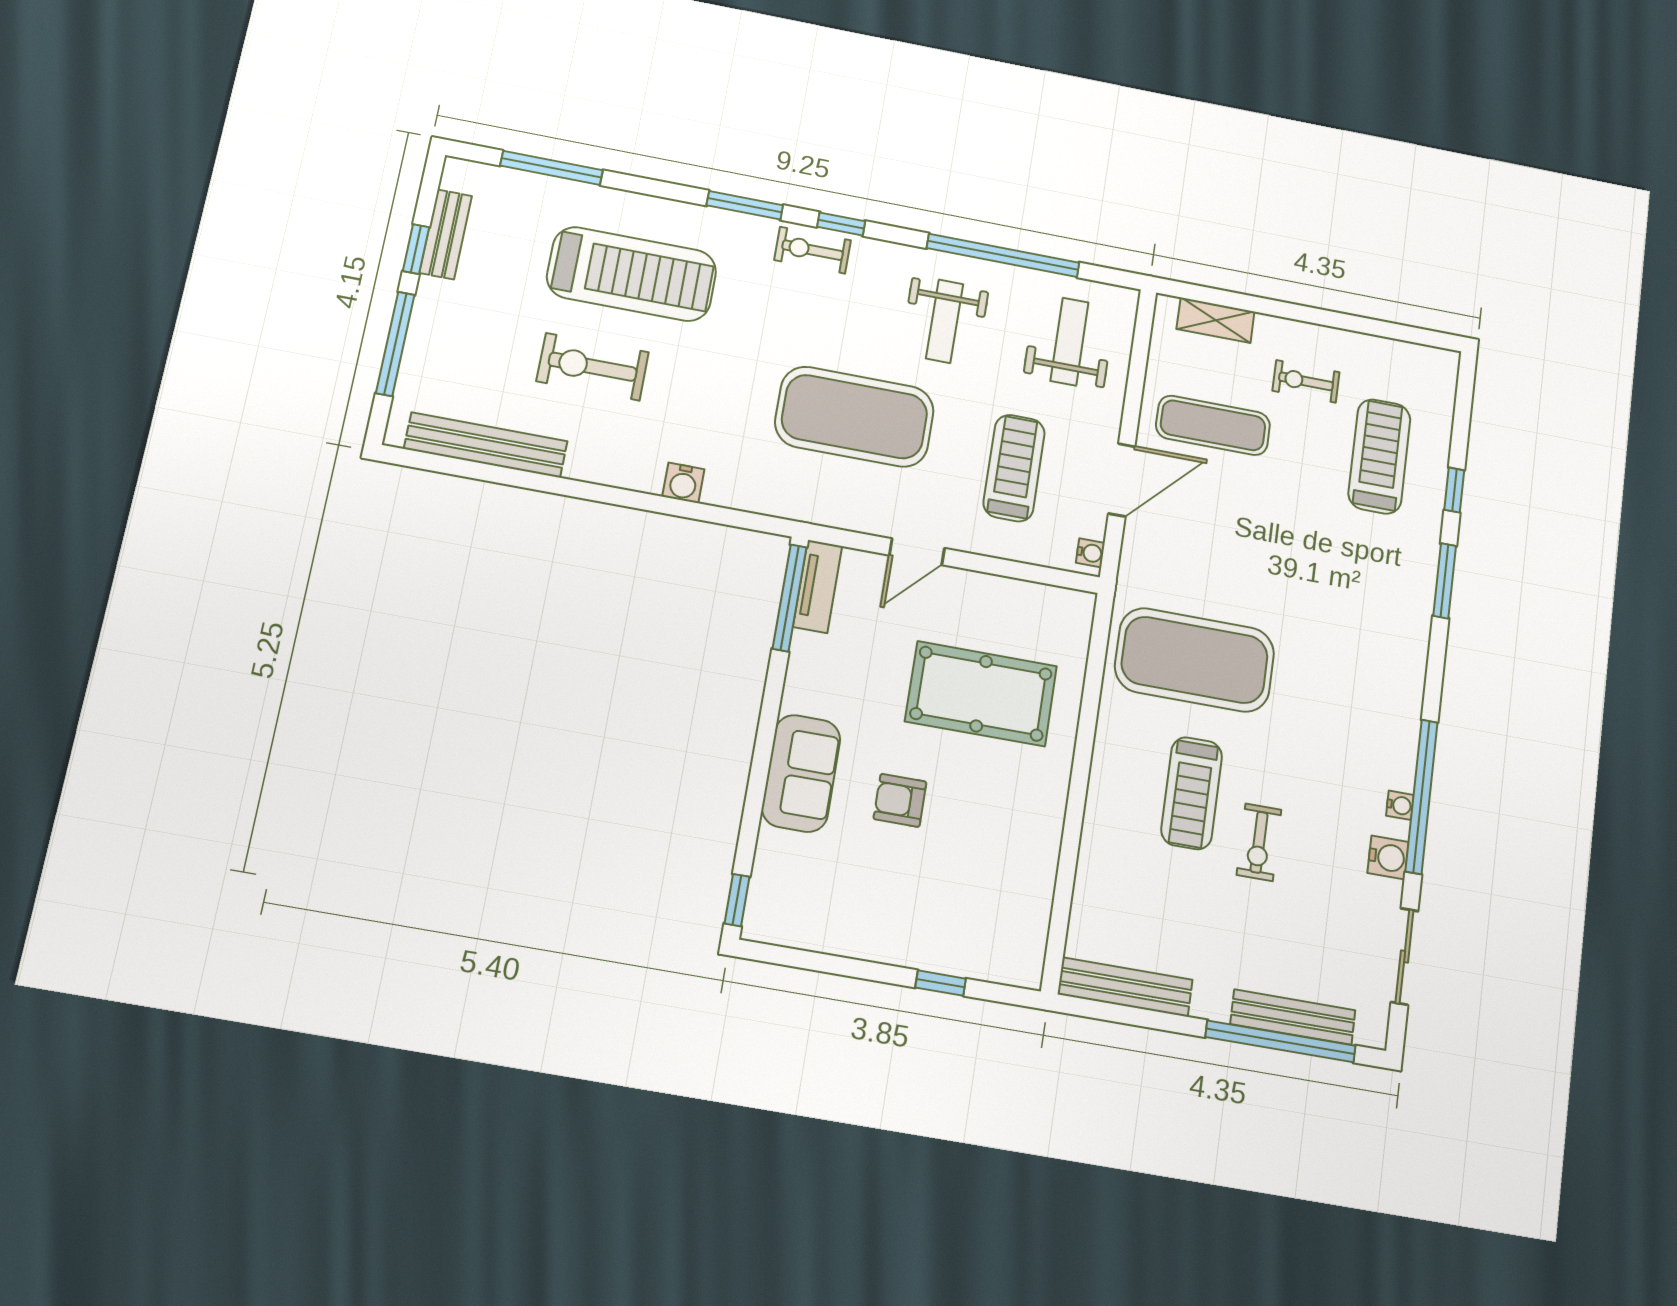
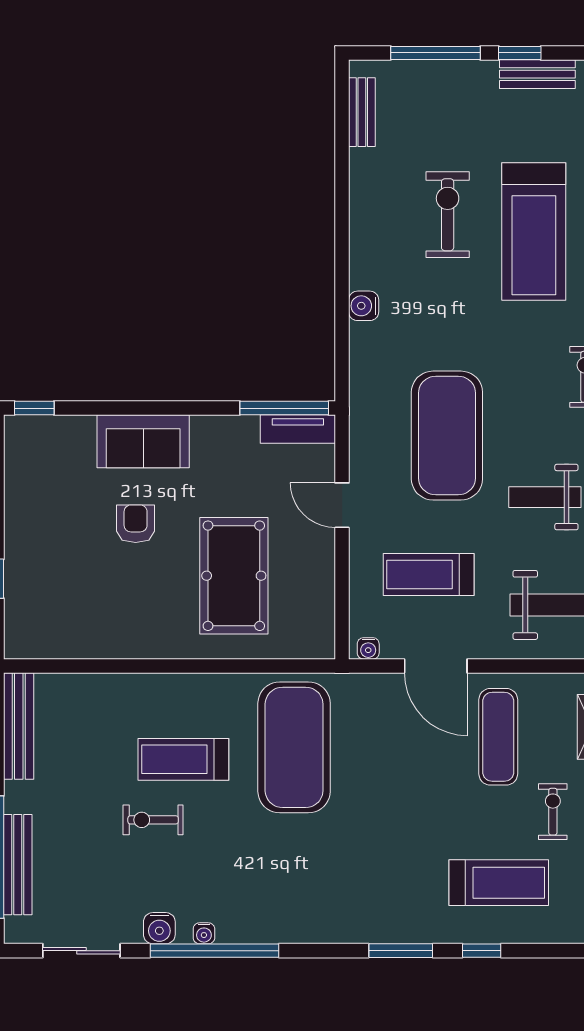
bench: (486, 445) -> (362, 112), width x0.54, depth x0.82
treadmill: (1014, 468) -> (429, 574), turned 180

